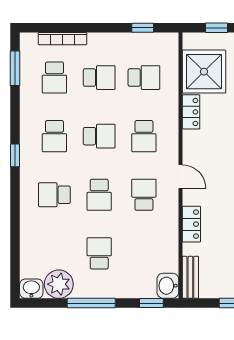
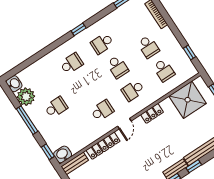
school desk: (54, 78) -> (133, 23), removed
locker: (191, 112) -> (152, 113), moved
school desk: (54, 195) -> (71, 64), turned 90
school desk: (99, 195) -> (87, 87), removed
locker: (191, 224) -> (103, 146), width x1.53

